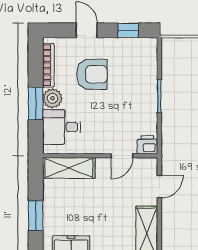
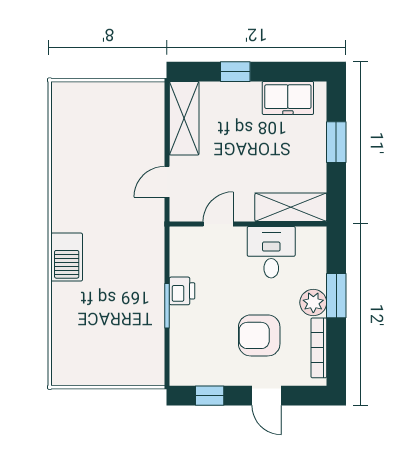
desk: (62, 127) -> (271, 252), moved, turned -90
printer: (147, 145) -> (182, 291), moved, turned -90

